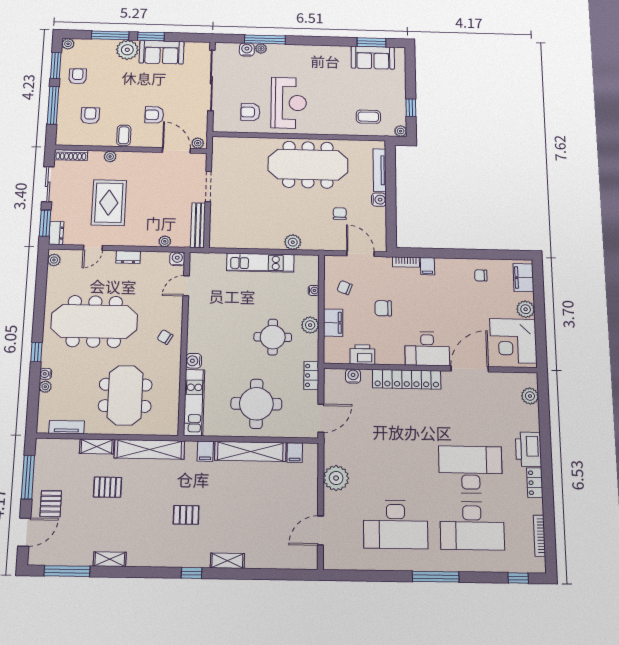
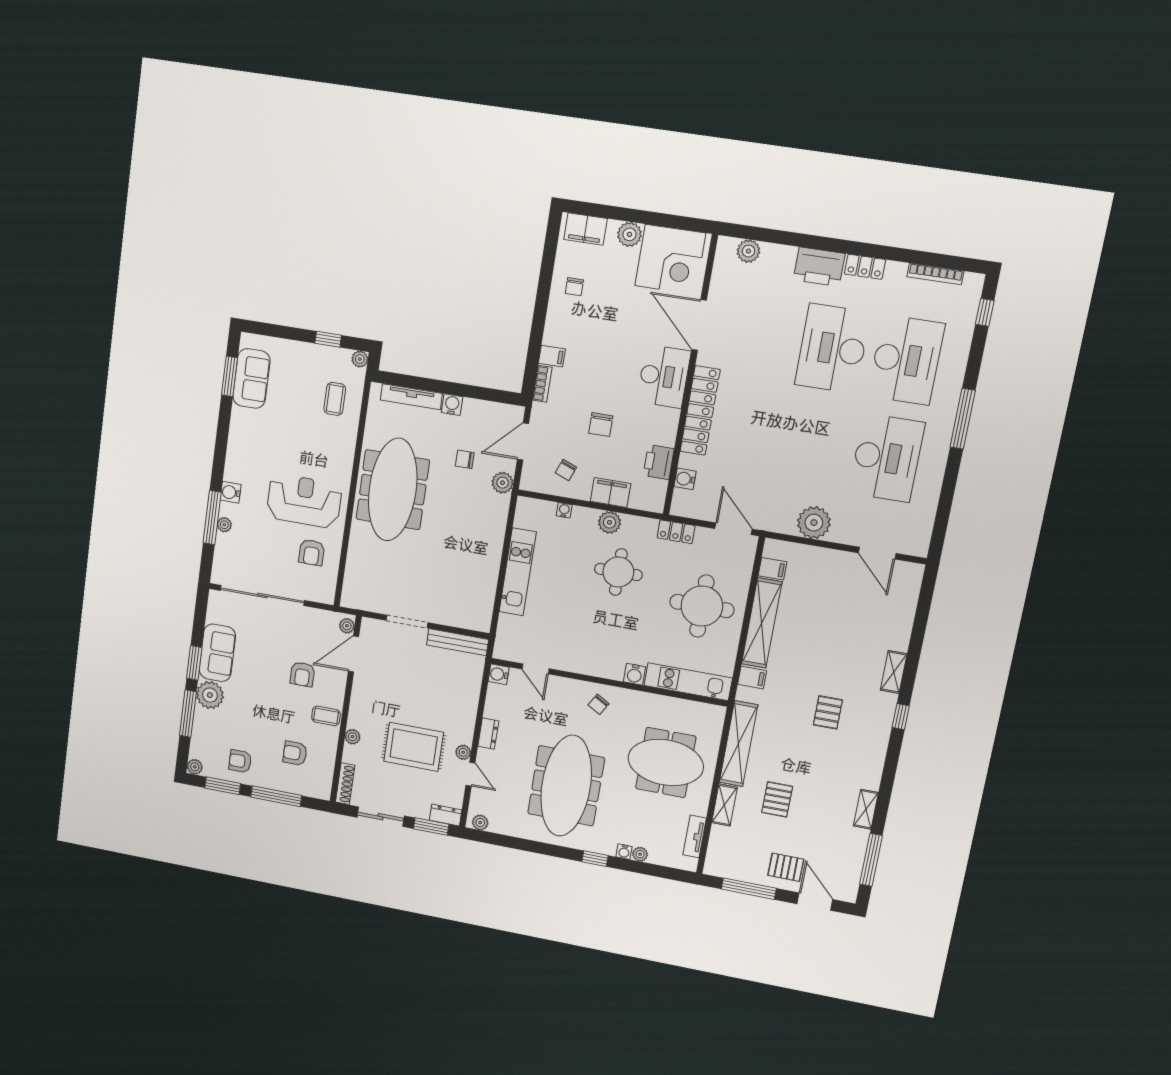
water cooler: (247, 50) -> (231, 492), moved
plant: (165, 241) -> (463, 752), moved
plant: (293, 242) -> (503, 483), moved

